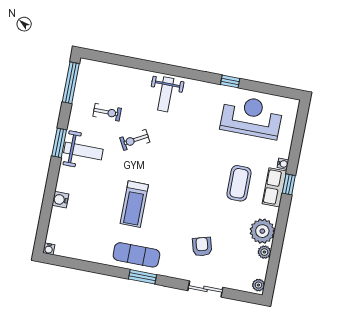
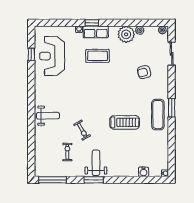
window: (230, 81) -> (31, 54), moved
water cooler: (60, 200) -> (144, 172), moved
sliding door: (205, 289) -> (172, 54), moved

